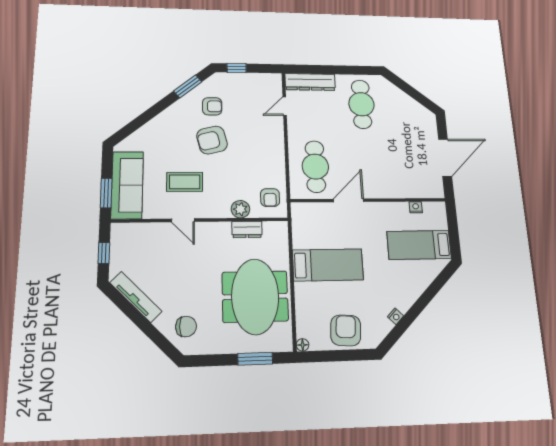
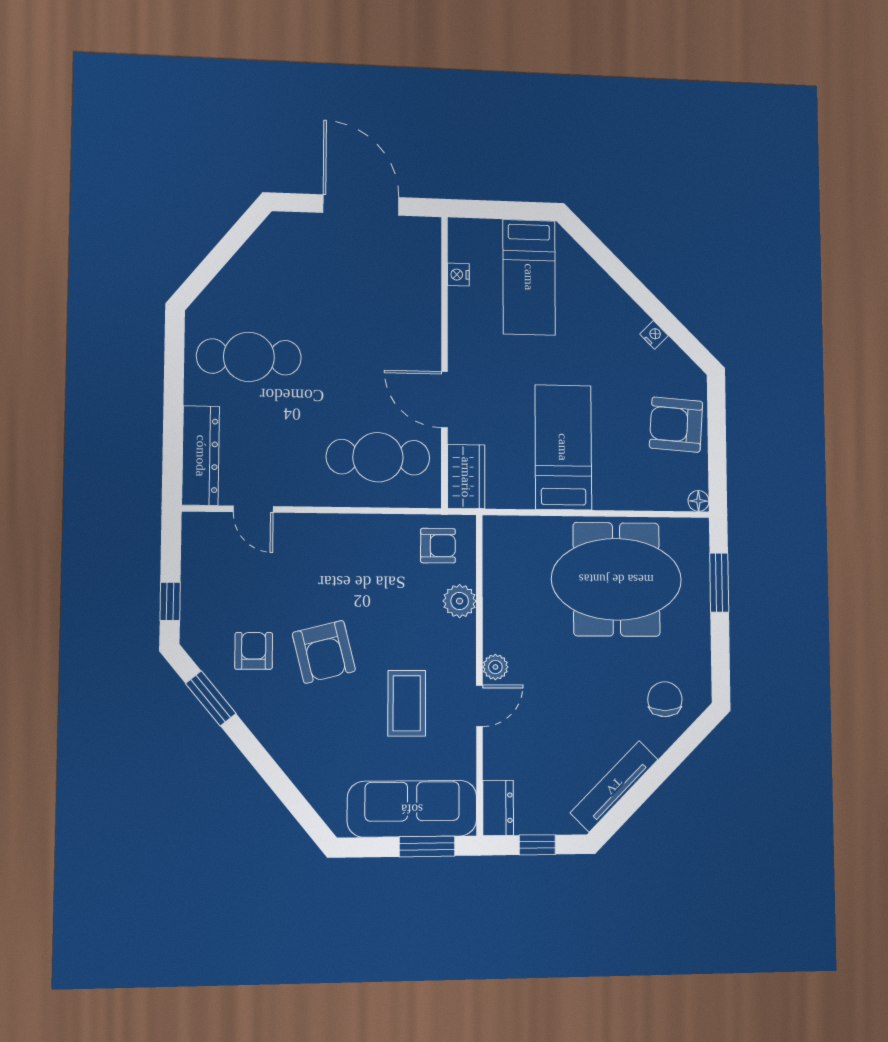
wardrobe: (308, 212) -> (466, 477), added
plant: (204, 229) -> (495, 667), added
dresser: (247, 229) -> (498, 808), moved

